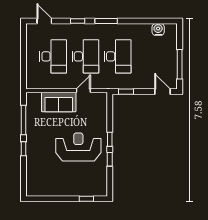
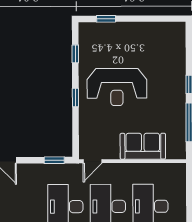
door: (83, 91) -> (93, 161), moved
window: (110, 159) -> (75, 54), moved

